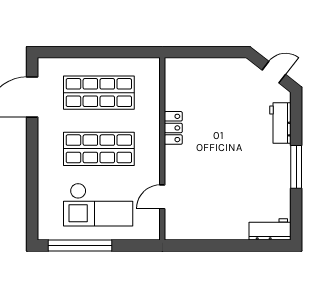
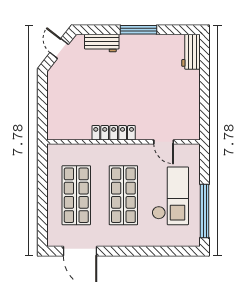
locker: (173, 128) -> (114, 133), width x1.53

